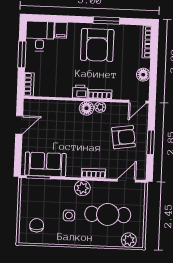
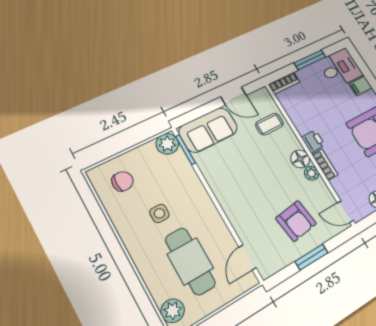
coffee table: (52, 113) -> (269, 124), added
sofa: (45, 164) -> (208, 130), moved, turned 90
bookcase: (94, 173) -> (231, 212), removed
door: (126, 181) -> (248, 257), swing flipped
plant: (82, 188) -> (167, 144), moved

